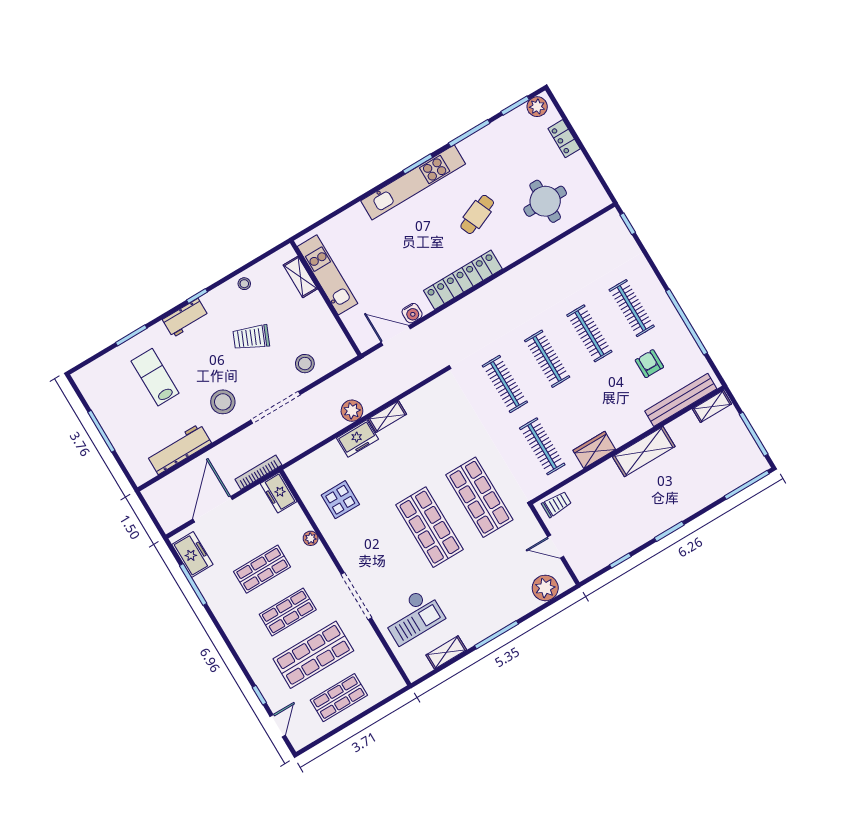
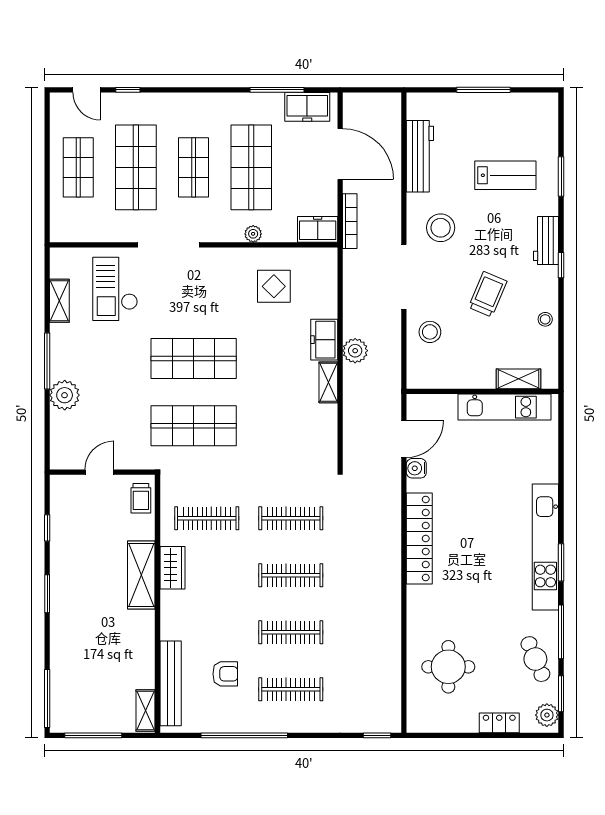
cafe table: (477, 214) -> (535, 659), moved
shelving: (644, 452) -> (141, 575), moved
shop shelf: (262, 569) -> (251, 167), width x1.43, depth x1.36
plant: (545, 588) -> (65, 395), moved

